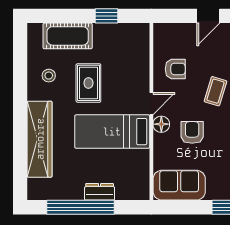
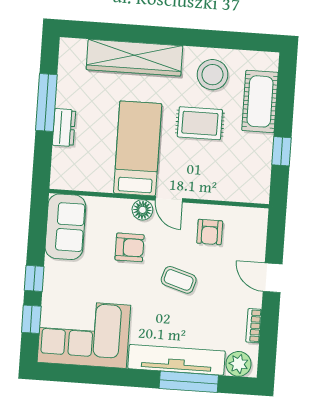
stool: (49, 76) -> (213, 75), width x1.89, depth x1.89
window: (80, 207) -> (46, 102), width x0.68

